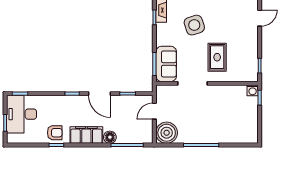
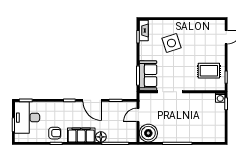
rug: (217, 57) -> (209, 71), moved, turned 90

